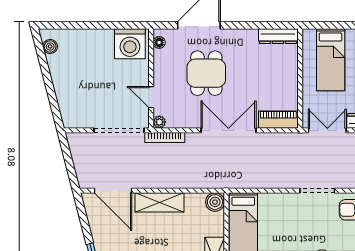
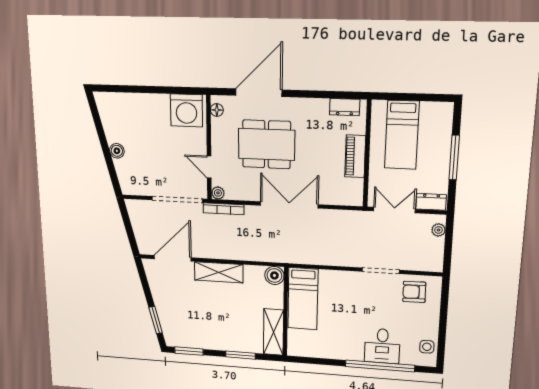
dresser: (278, 36) -> (345, 107), width x0.70
boiler: (50, 46) -> (117, 151), moved
dining table: (206, 73) -> (267, 144), width x1.38
piano: (278, 120) -> (355, 156), moved, turned -90
door: (113, 191) -> (173, 258), swing flipped

